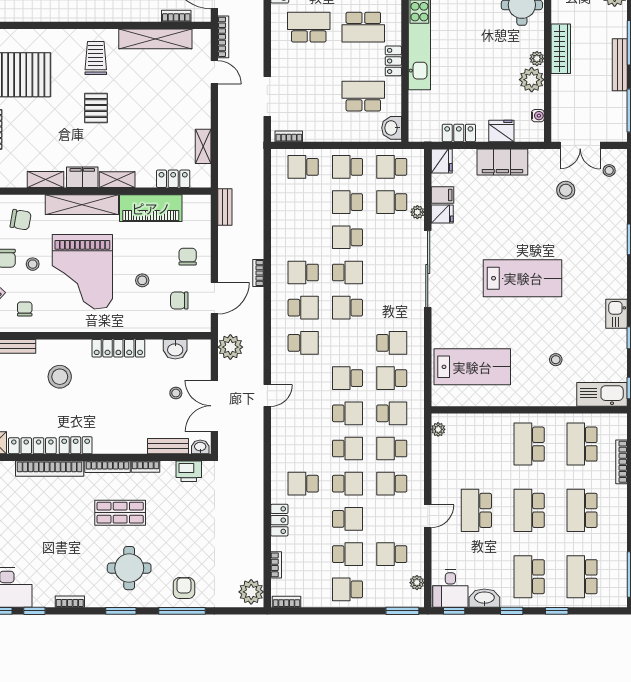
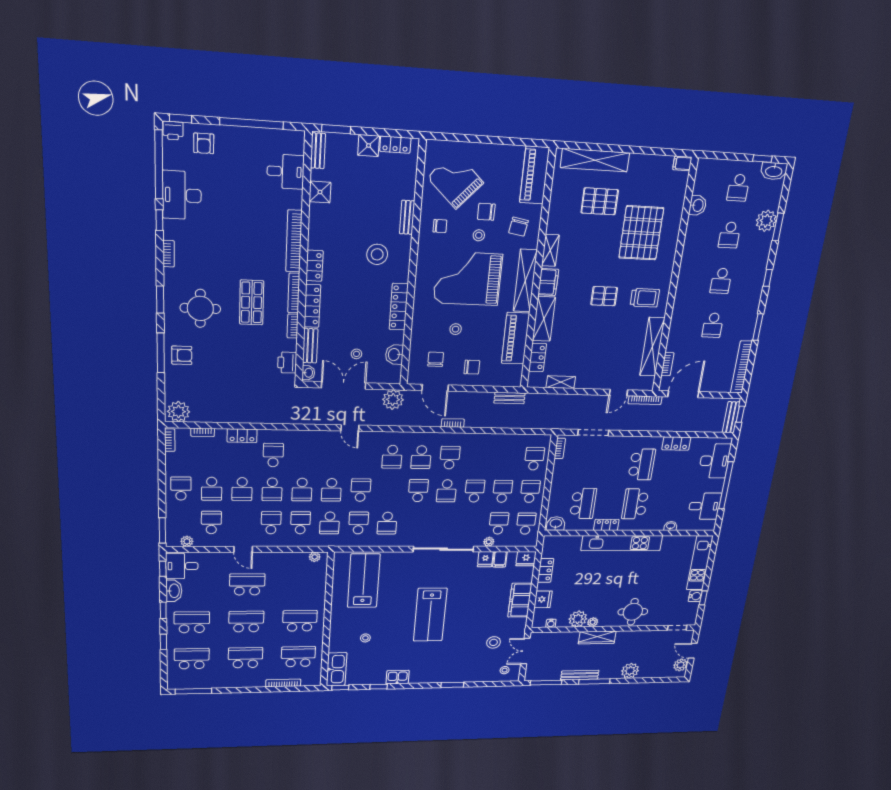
shelving: (117, 180) -> (544, 319), width x1.50, depth x1.33
lab bench: (472, 367) -> (364, 581), turned 180
locker: (32, 446) -> (312, 306), moved

